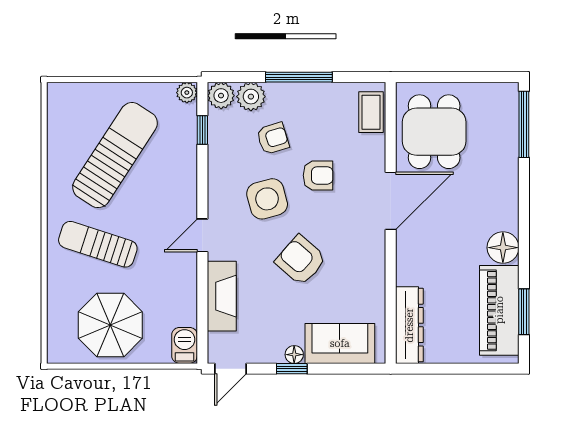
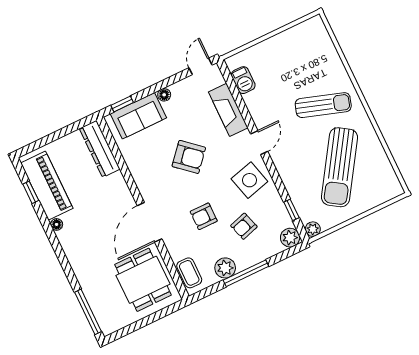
plant: (251, 97) -> (225, 268), moved
side table: (267, 199) -> (249, 180), moved
floor lamp: (503, 248) -> (57, 224), width x0.53, depth x0.53
window: (524, 312) -> (31, 192), width x0.67
parasol: (110, 325) -> (291, 57), removed
barbecue: (185, 345) -> (243, 80), moved
window: (292, 369) -> (122, 104), moved

